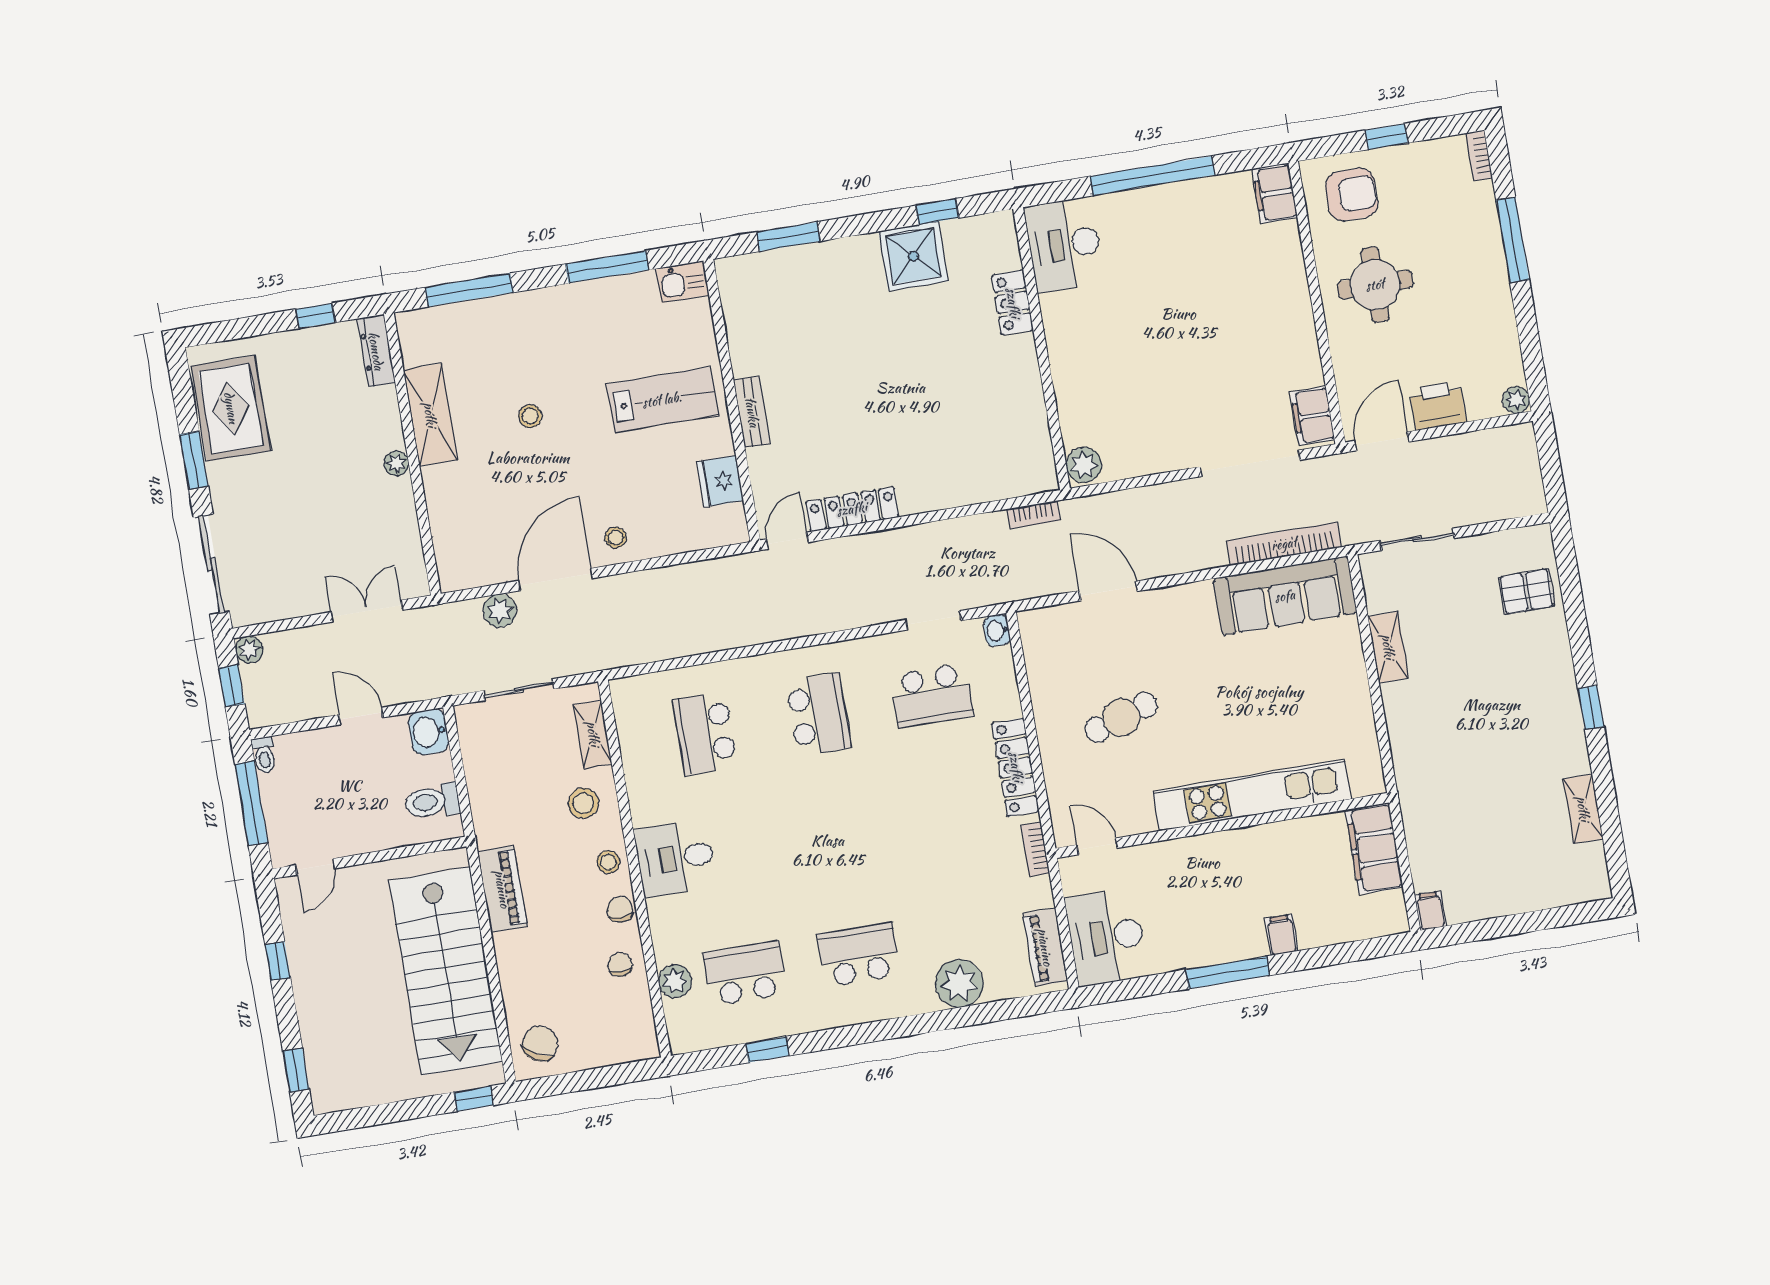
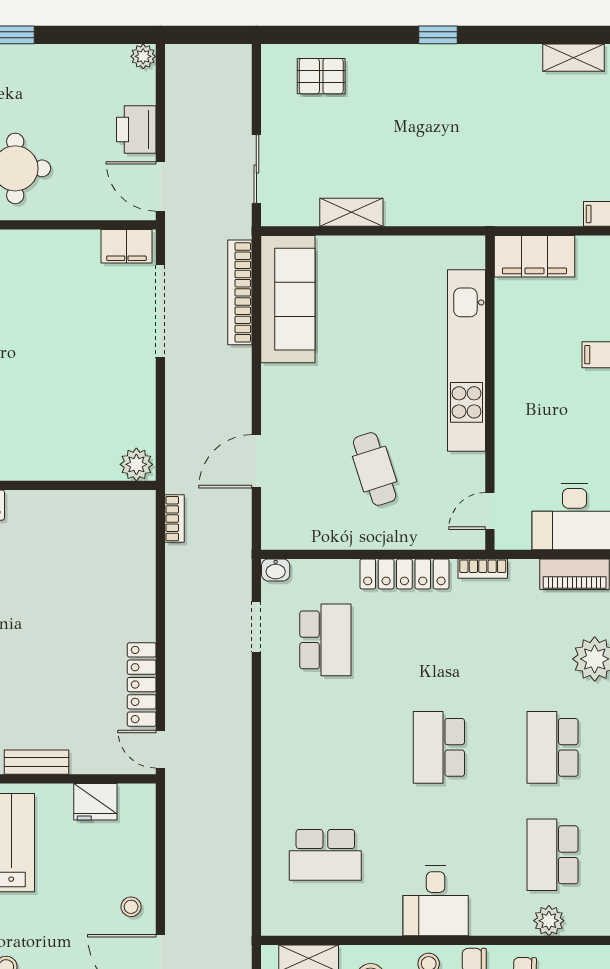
pallet: (1527, 591) -> (321, 76), turned 90
school desk: (818, 714) -> (439, 747), moved, turned -90
shelving: (1583, 809) -> (573, 58), moved

